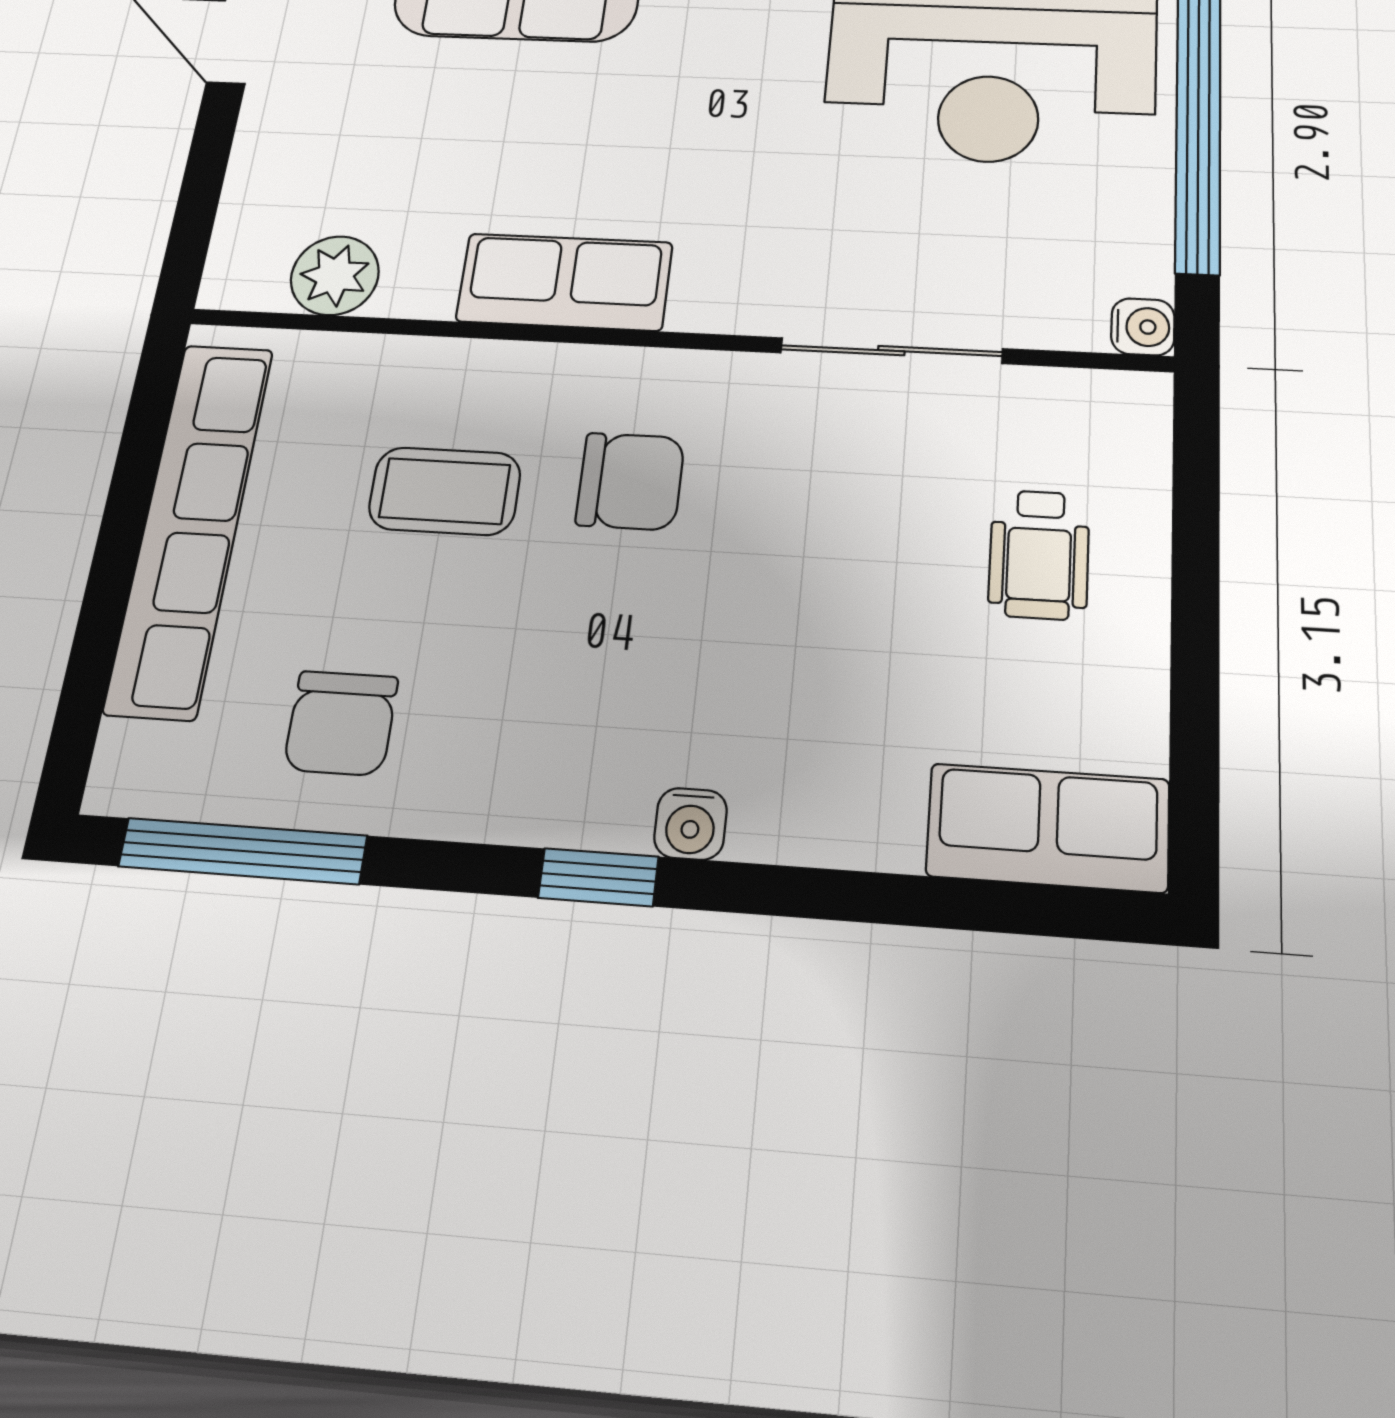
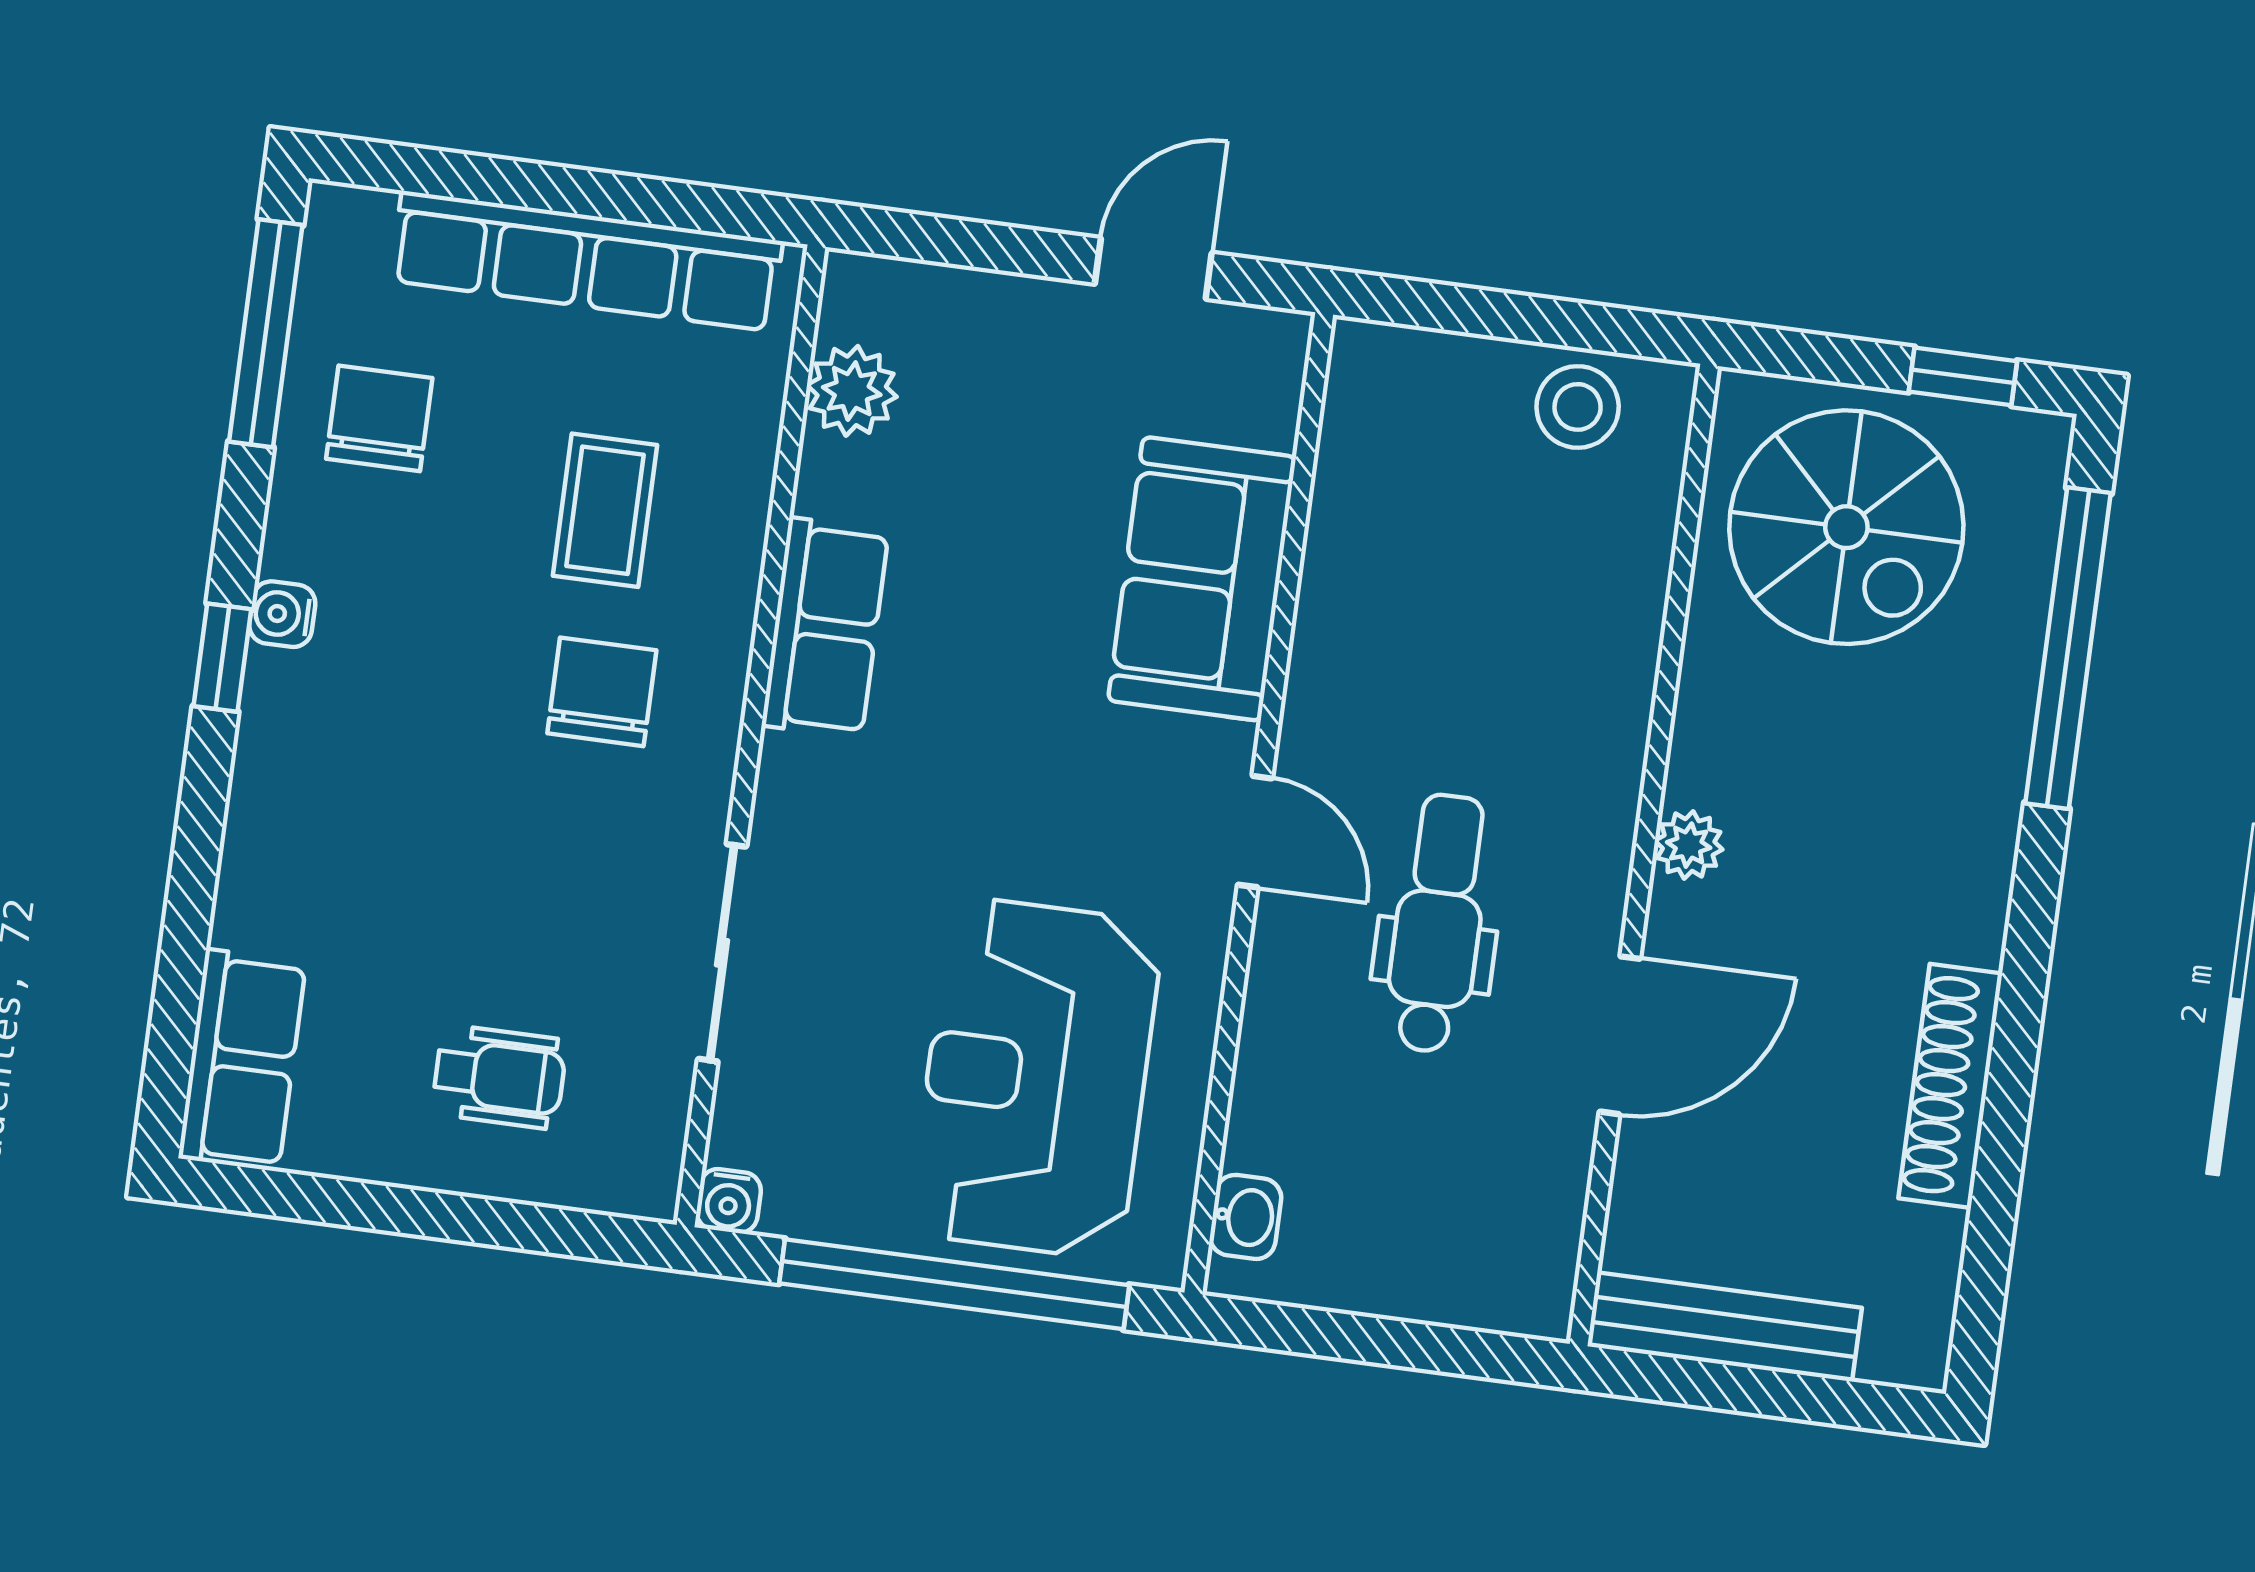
chair: (630, 481) -> (602, 692), turned 180
wheelchair: (1039, 554) -> (499, 1077), turned 180
chair: (341, 723) -> (379, 418), turned 90
water cooler: (690, 824) -> (282, 614), moved

